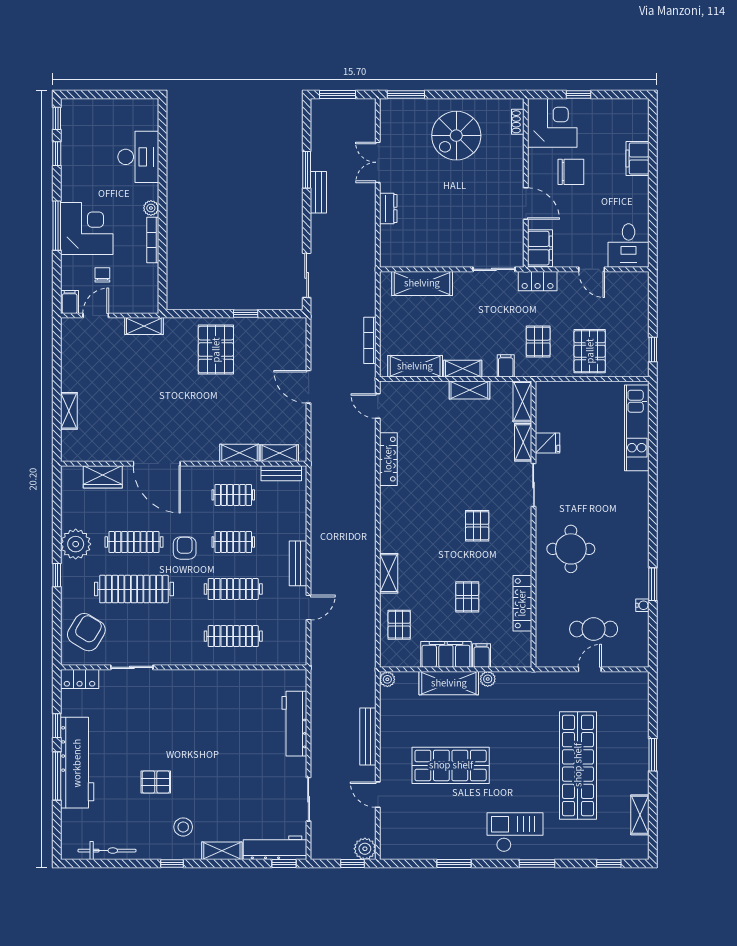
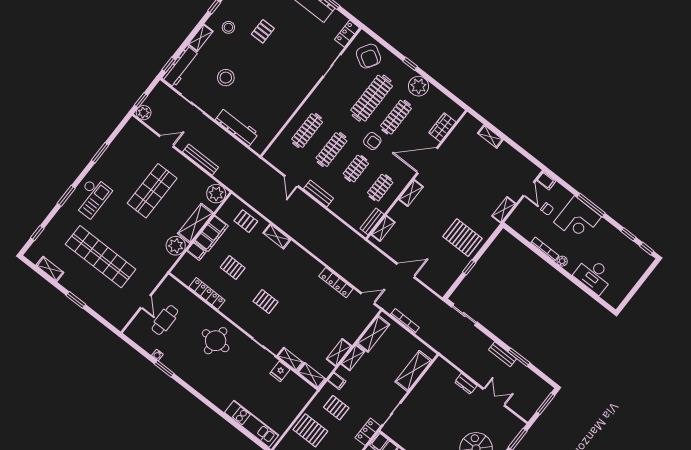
shelving: (239, 453) -> (411, 193), moved
plant: (387, 679) -> (216, 194), width x1.88, depth x1.88
plant: (488, 679) -> (176, 246), width x1.88, depth x1.88
stool: (246, 783) -> (226, 78), added

